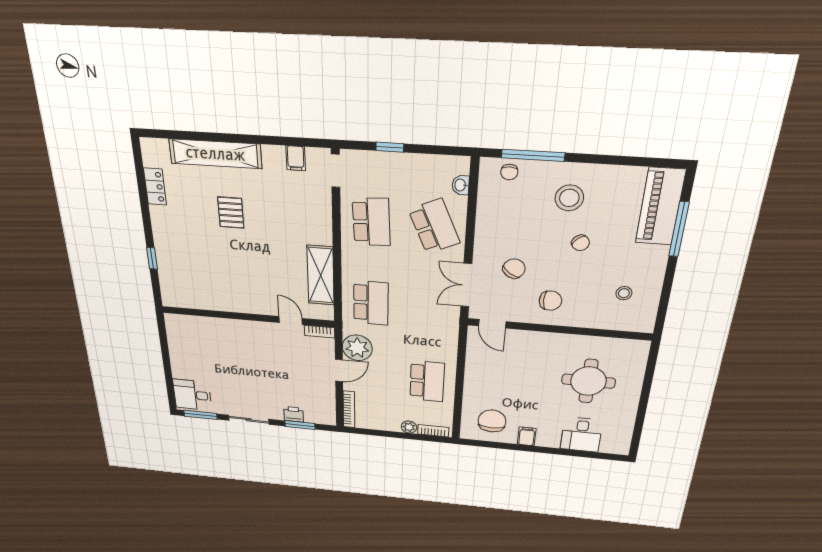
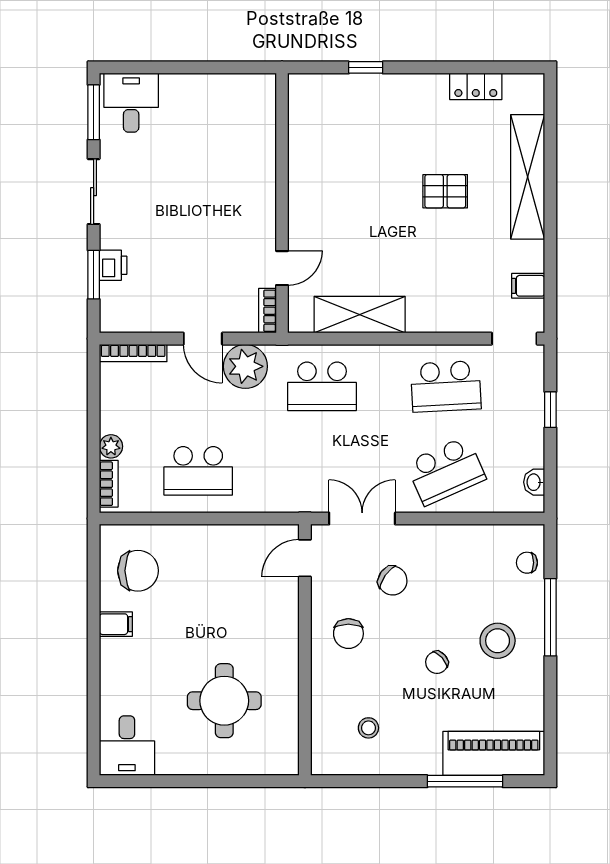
window: (533, 155) -> (550, 617), moved
washbasin: (461, 185) -> (534, 482), moved, turned -90
desk: (581, 435) -> (127, 746), moved, turned -90

